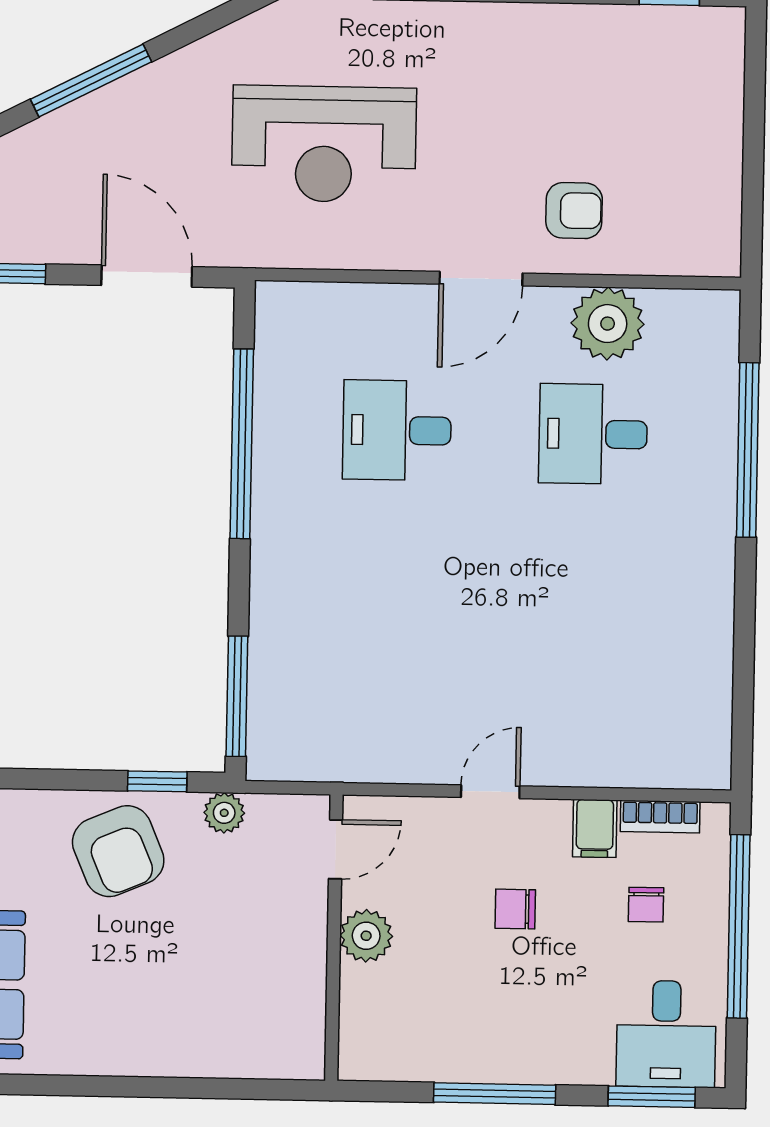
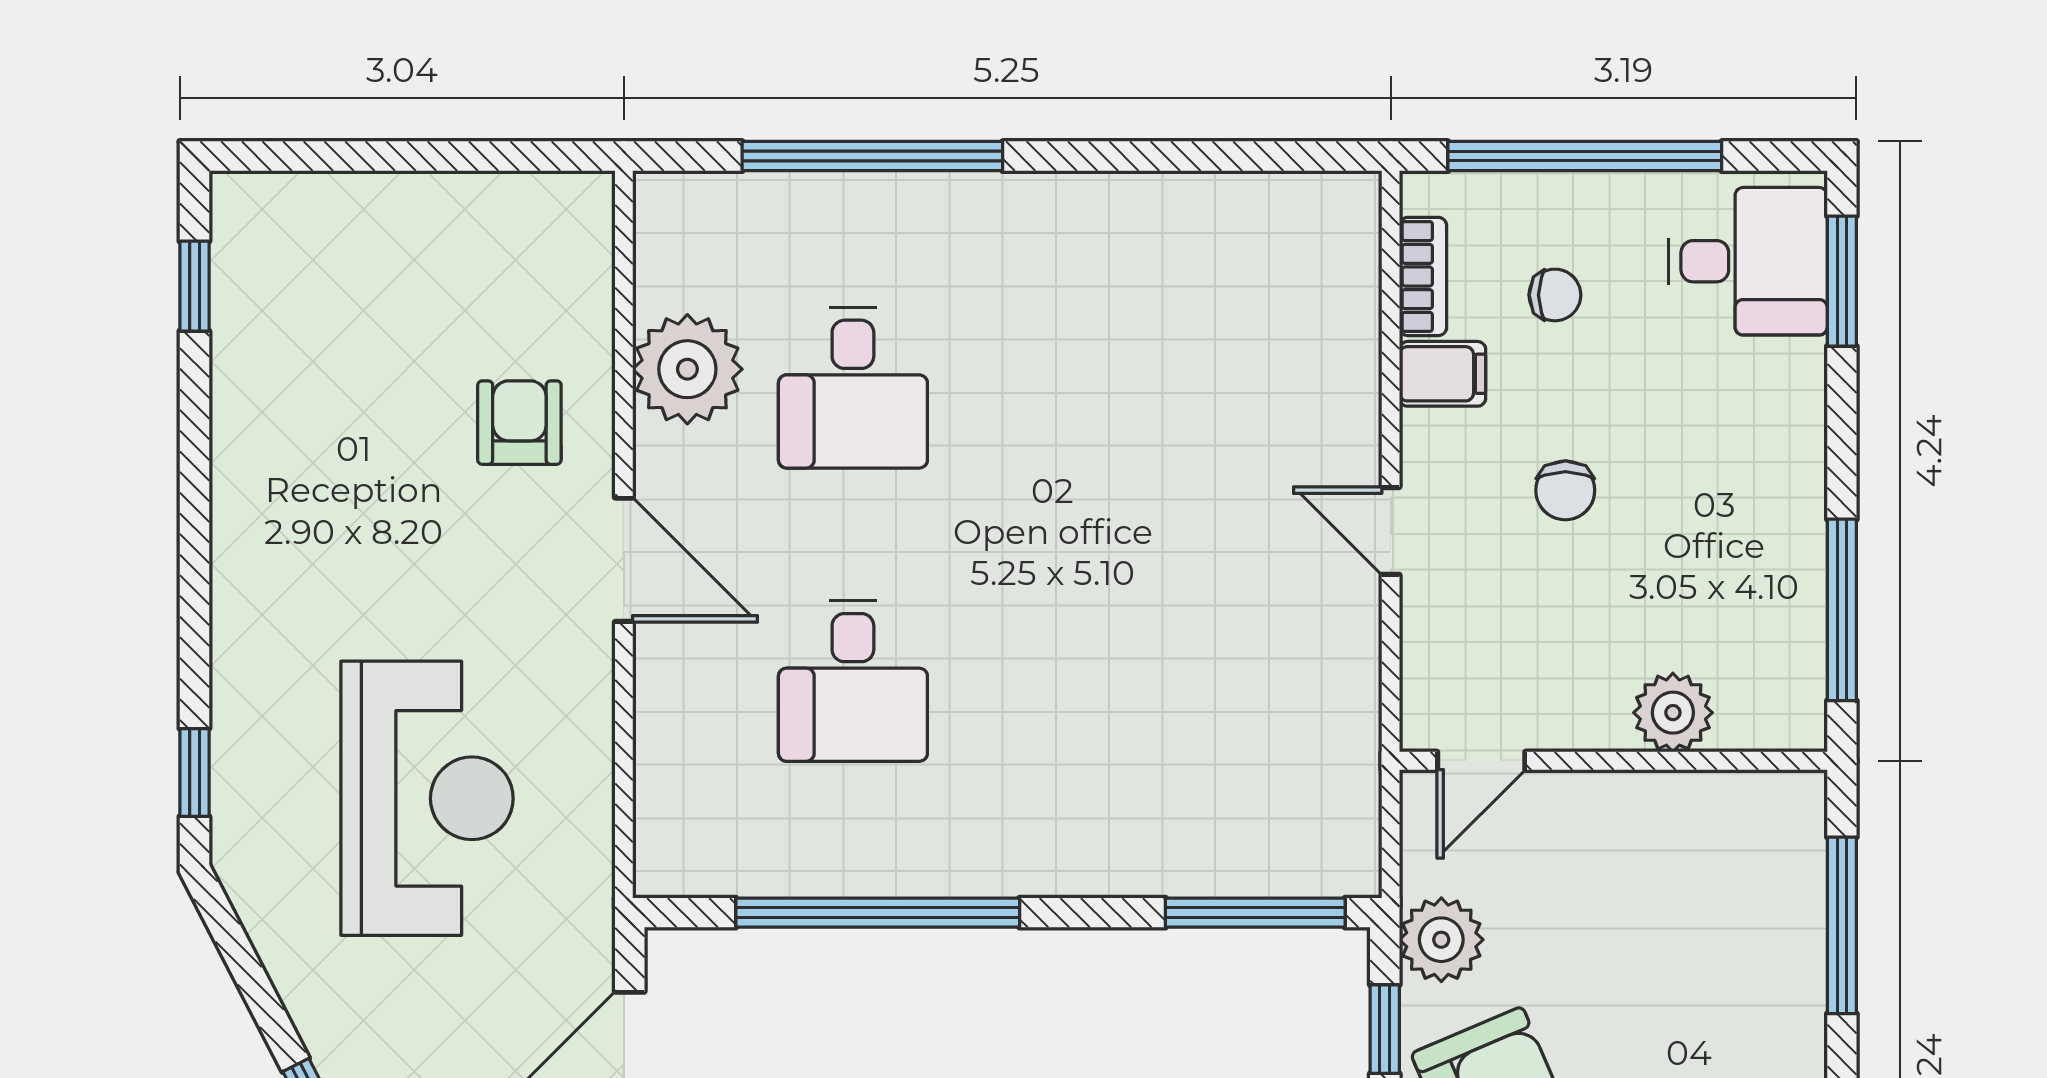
plant: (224, 813) -> (1441, 940), width x1.38, depth x1.38
door: (336, 849) -> (1481, 761), swing flipped
plant: (366, 936) -> (1673, 713), moved
window: (221, 1088) -> (1842, 925), added
window: (495, 1094) -> (1842, 610), moved

